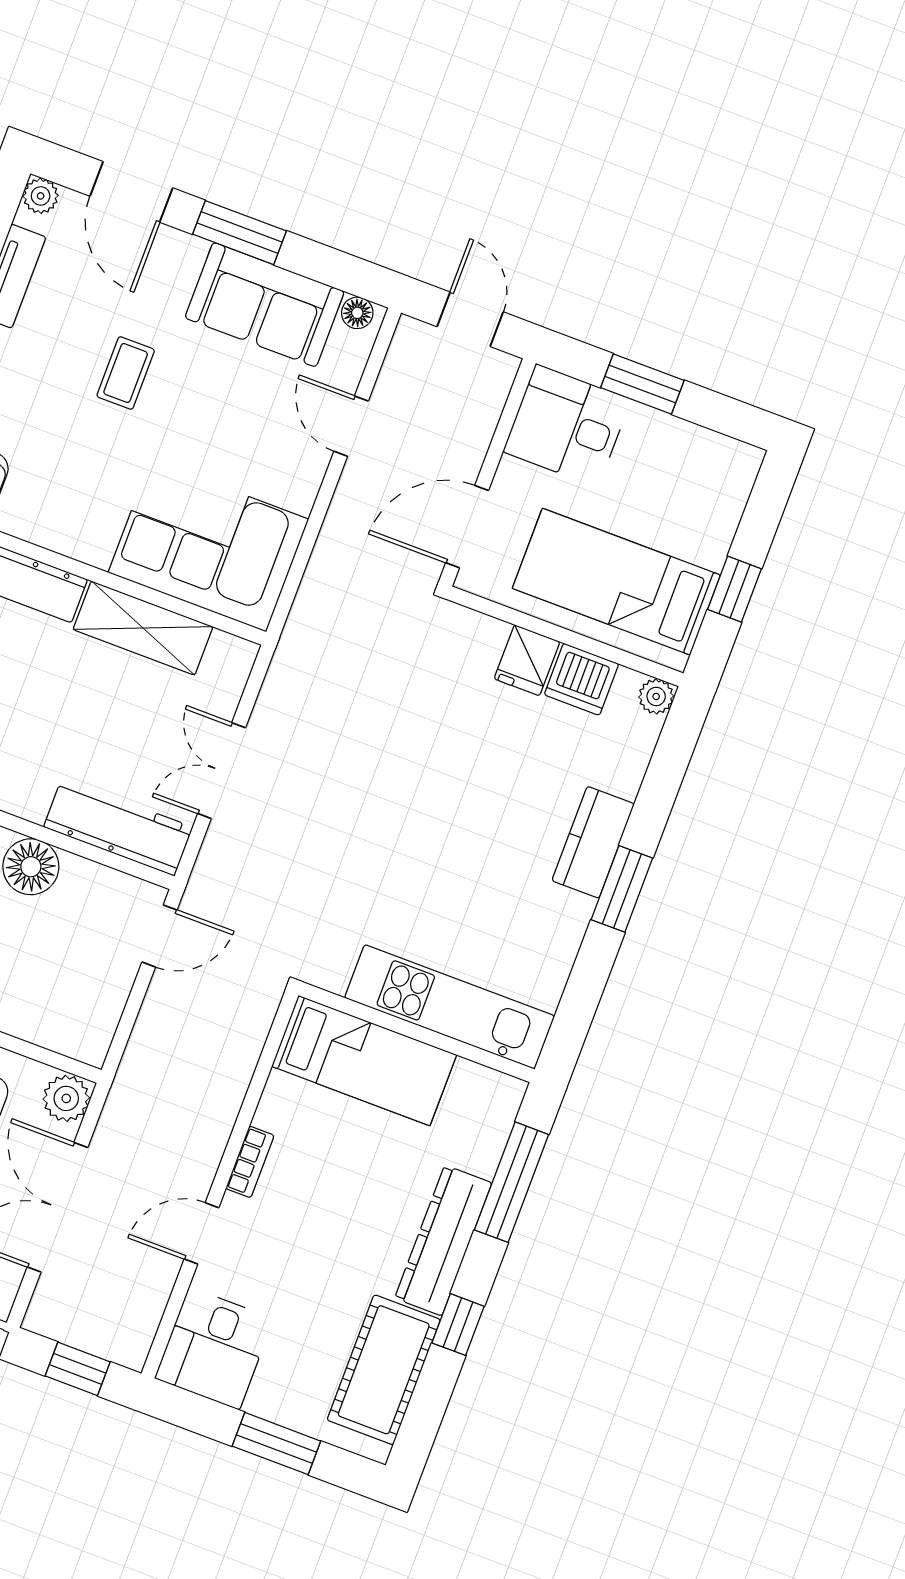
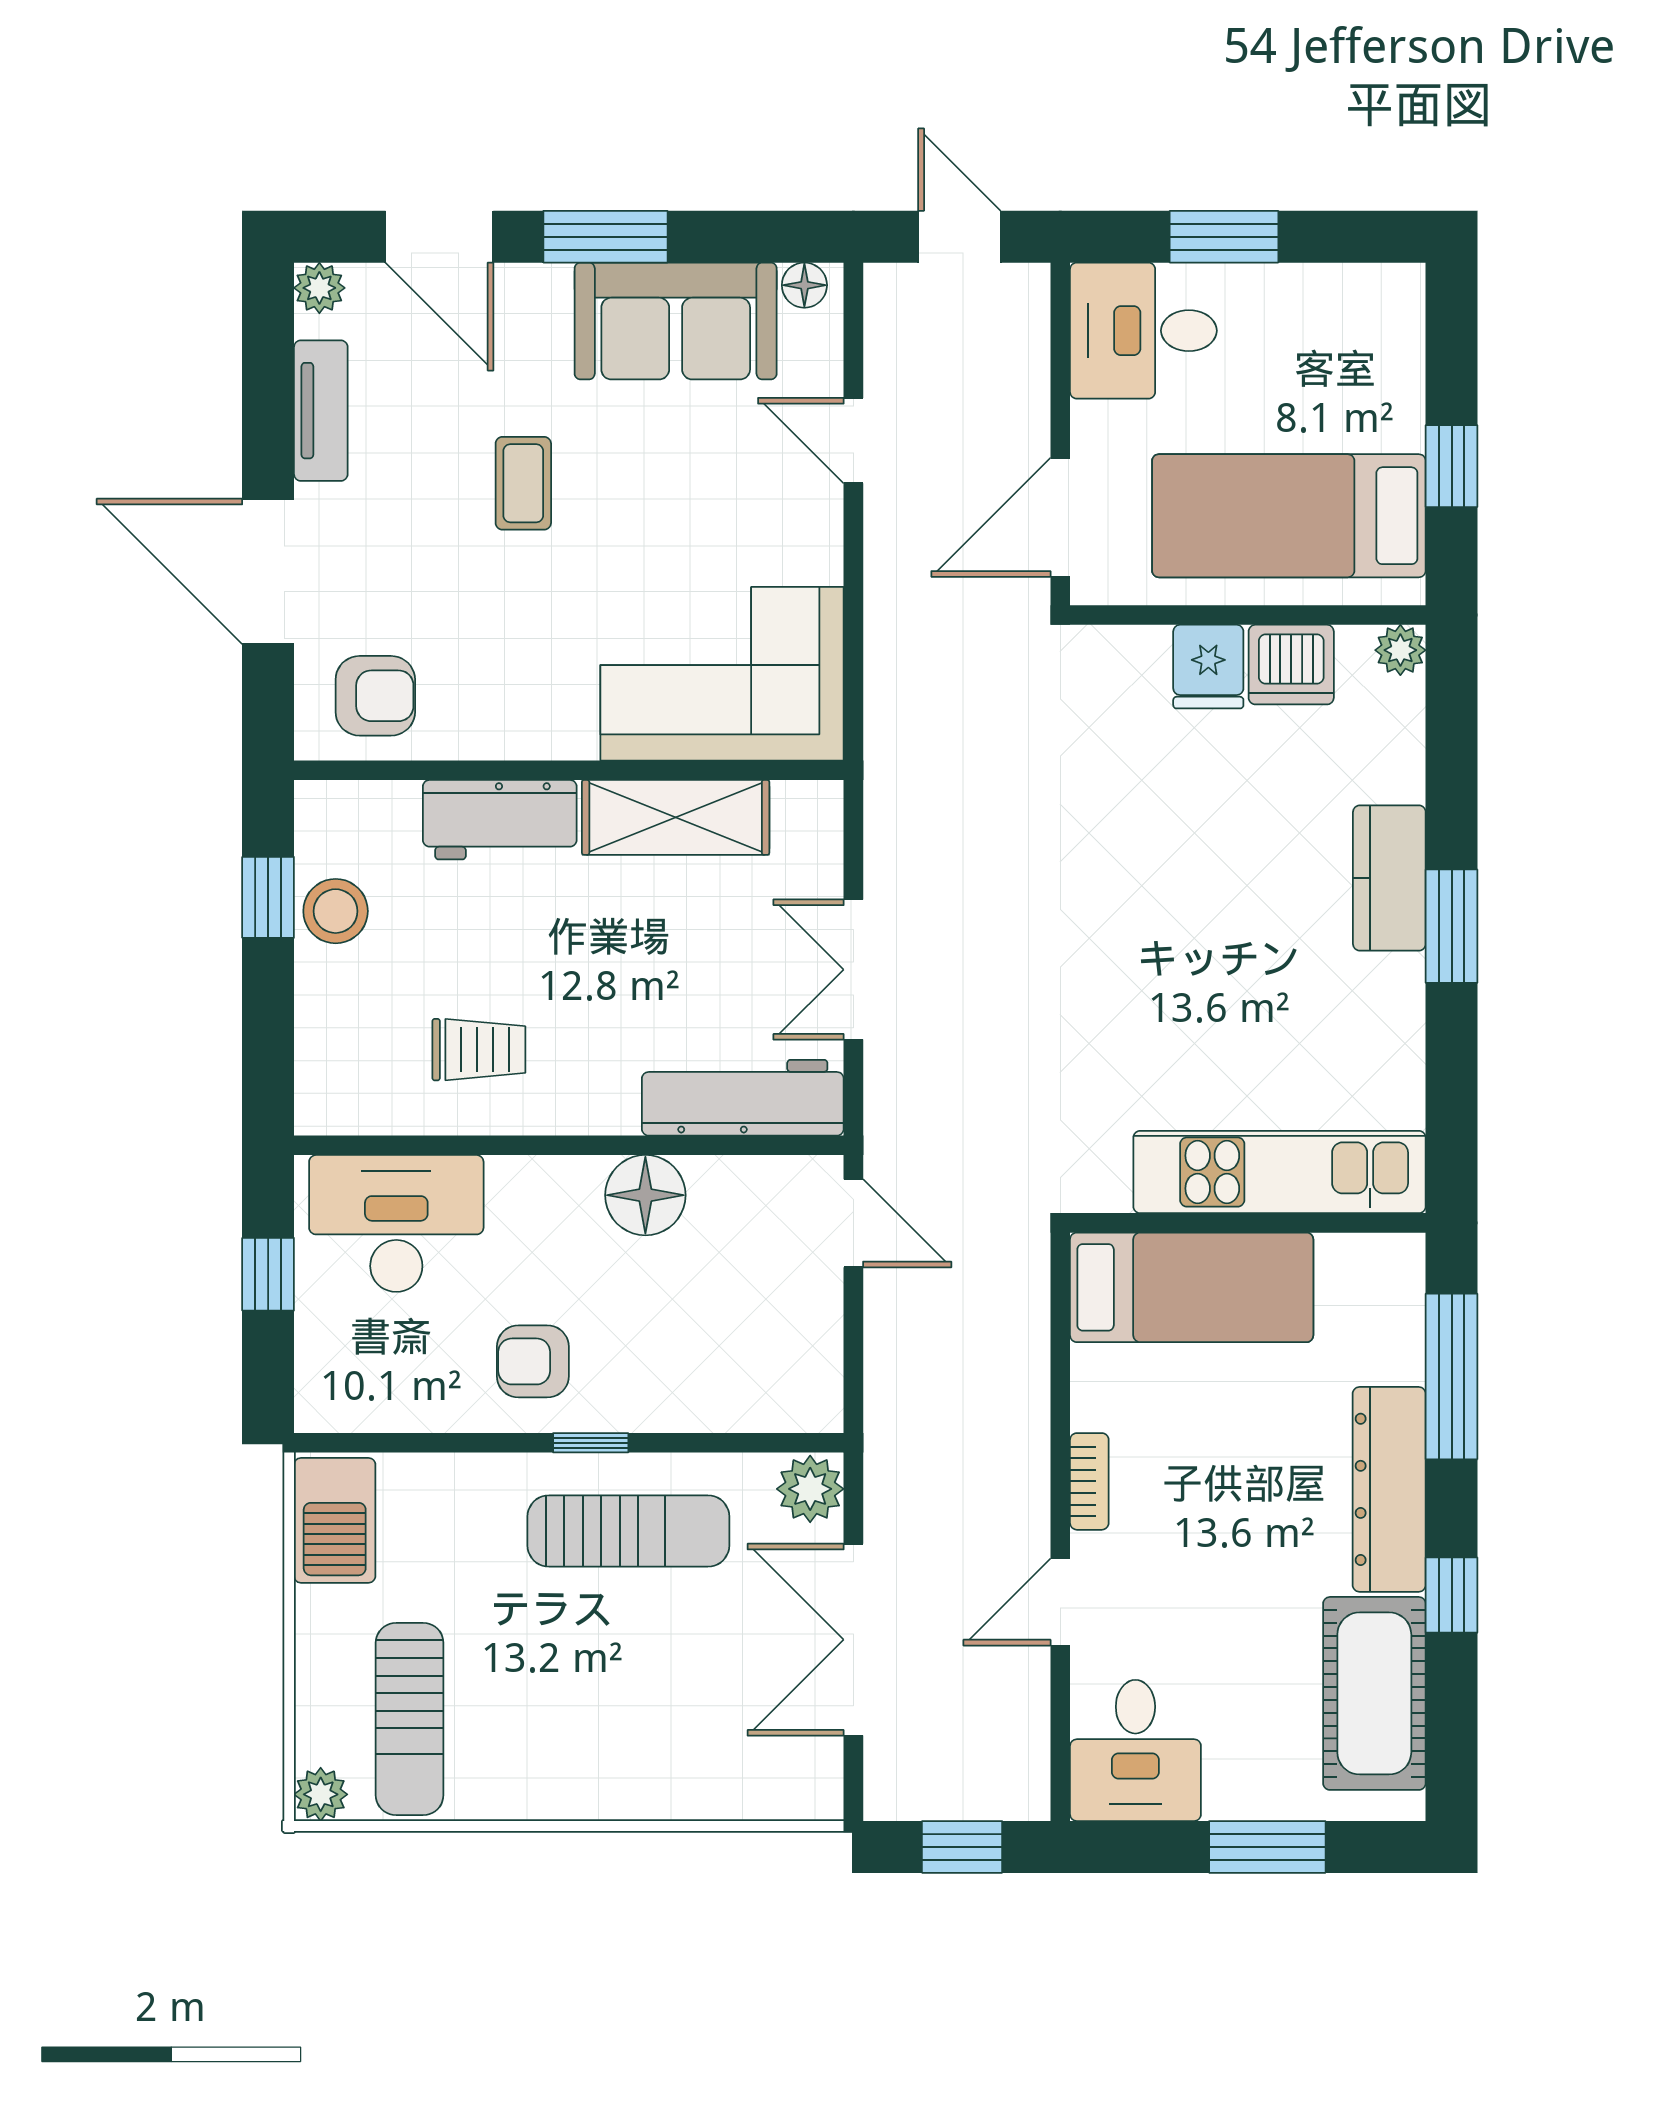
door: (159, 936) -> (853, 1223), hinge flipped

